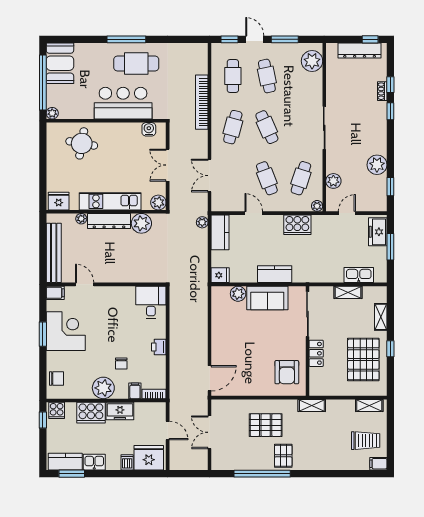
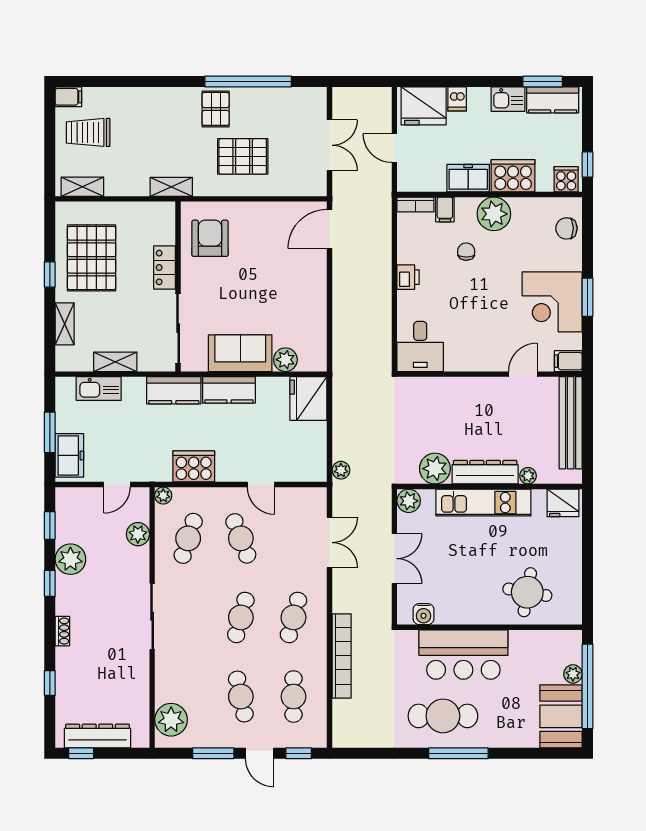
shoe rack: (382, 91) -> (62, 631), moved
window: (390, 111) -> (50, 583), moved
plant: (52, 113) -> (573, 674), moved
cafe table: (267, 127) -> (241, 617), turned 39
kitchen counter: (220, 232) -> (174, 390), moved, turned -90
fridge: (220, 275) -> (308, 399), width x1.88, depth x1.34
door: (85, 284) -> (523, 374), swing flipped

